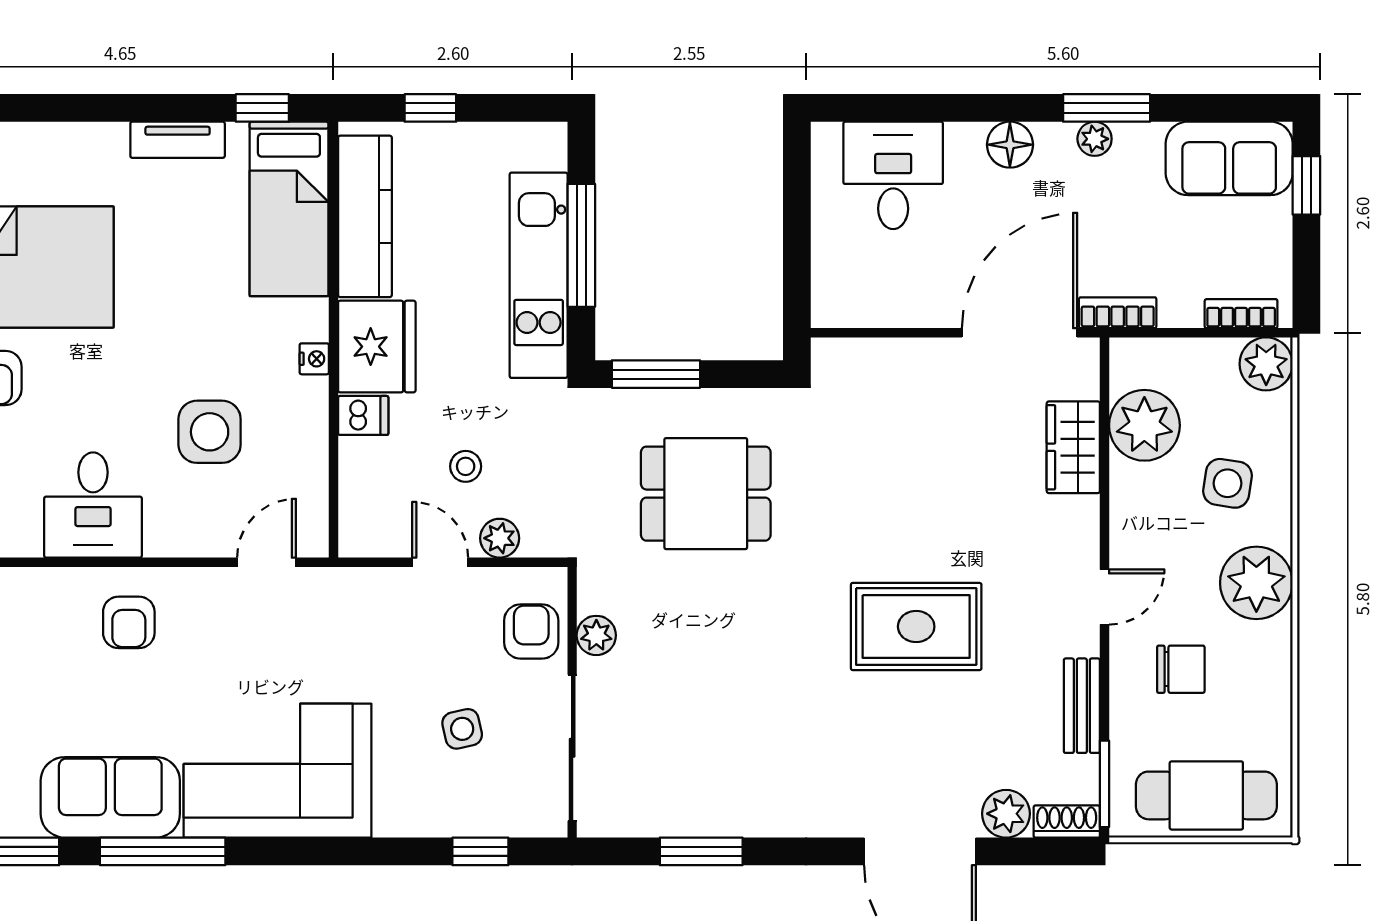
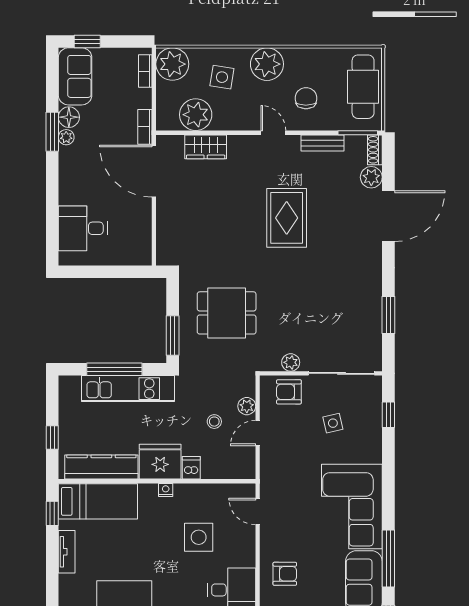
floor lamp: (1010, 145) -> (69, 117), moved
plant: (1266, 364) -> (172, 64), width x1.36, depth x1.36
dining table: (706, 494) -> (227, 313), turned 90

